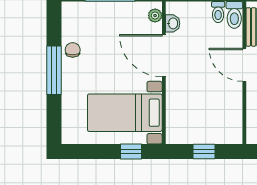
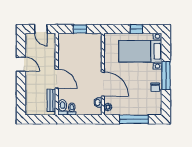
bed with nightstands: (125, 113) -> (140, 51), moved, turned 180
window: (131, 151) -> (136, 29), moved

